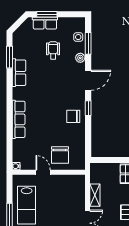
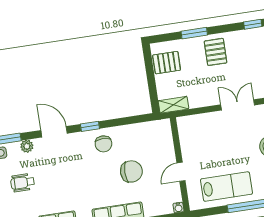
chair: (60, 155) -> (131, 171), moved
shelving: (95, 195) -> (174, 105), moved

